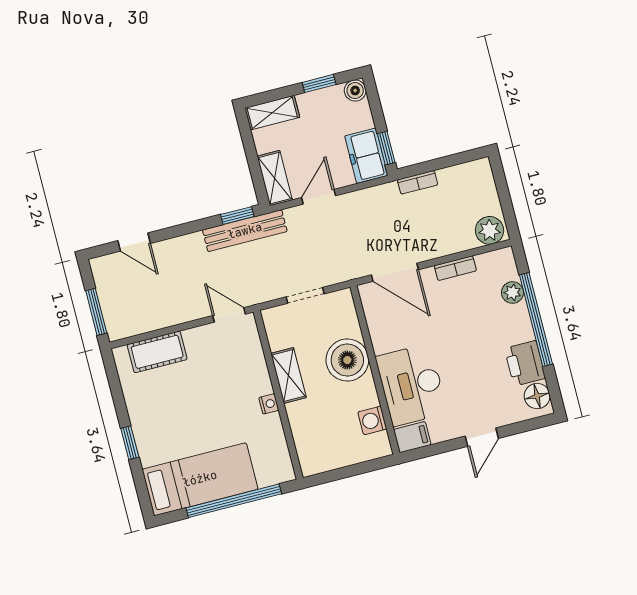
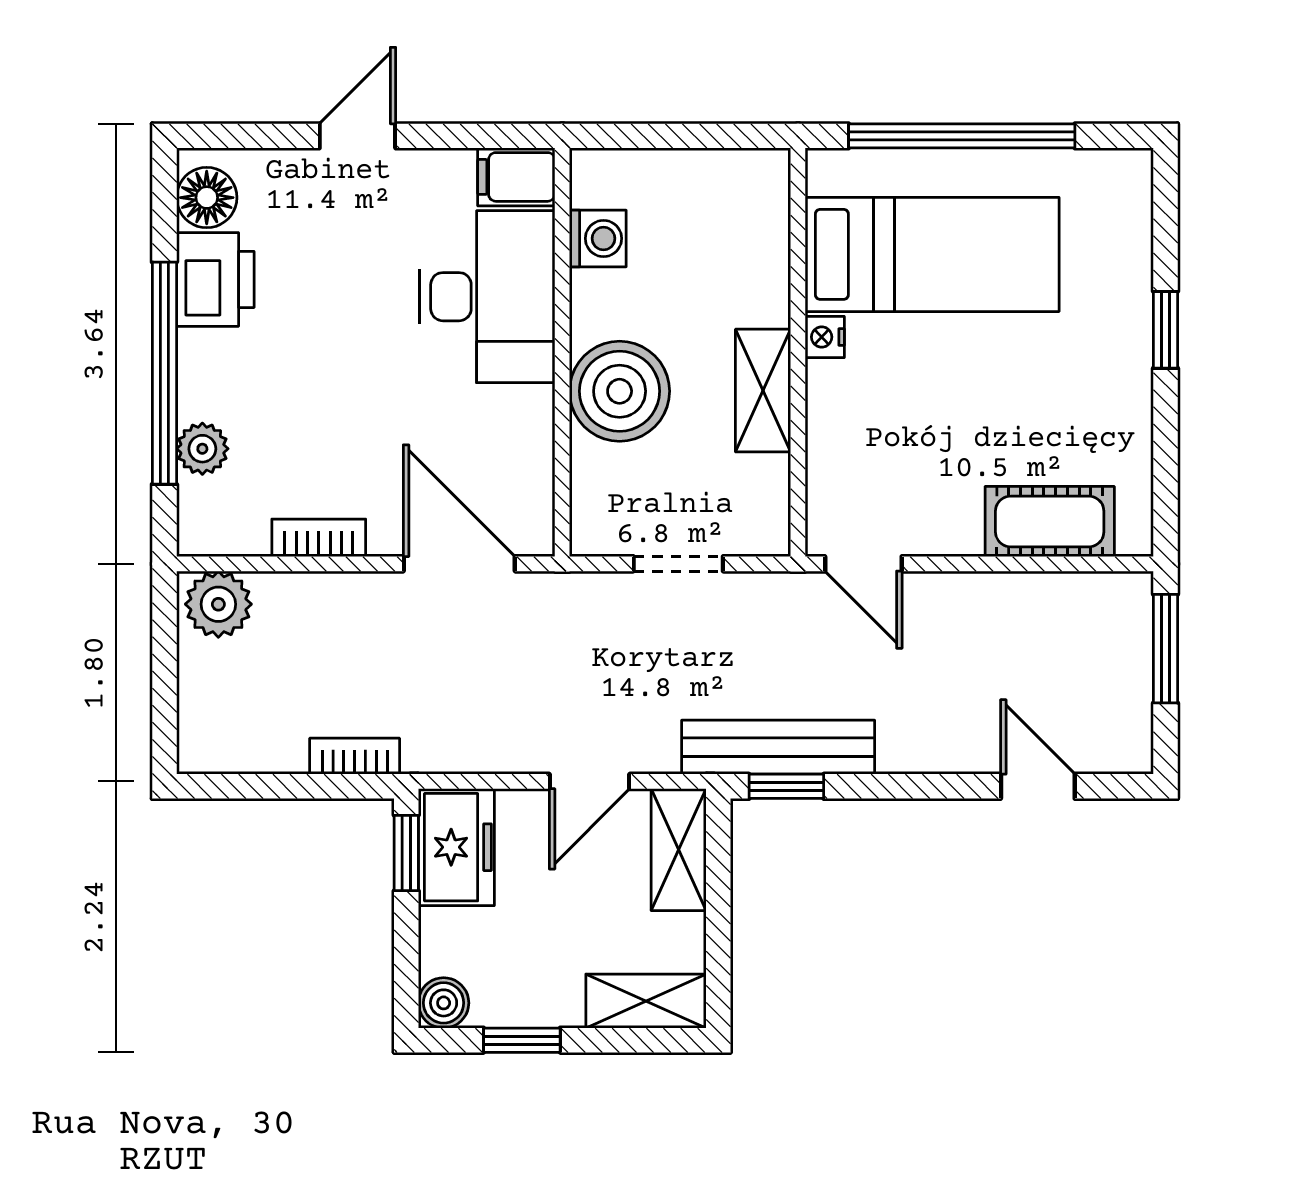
bed: (200, 479) -> (932, 254), moved, turned 180

